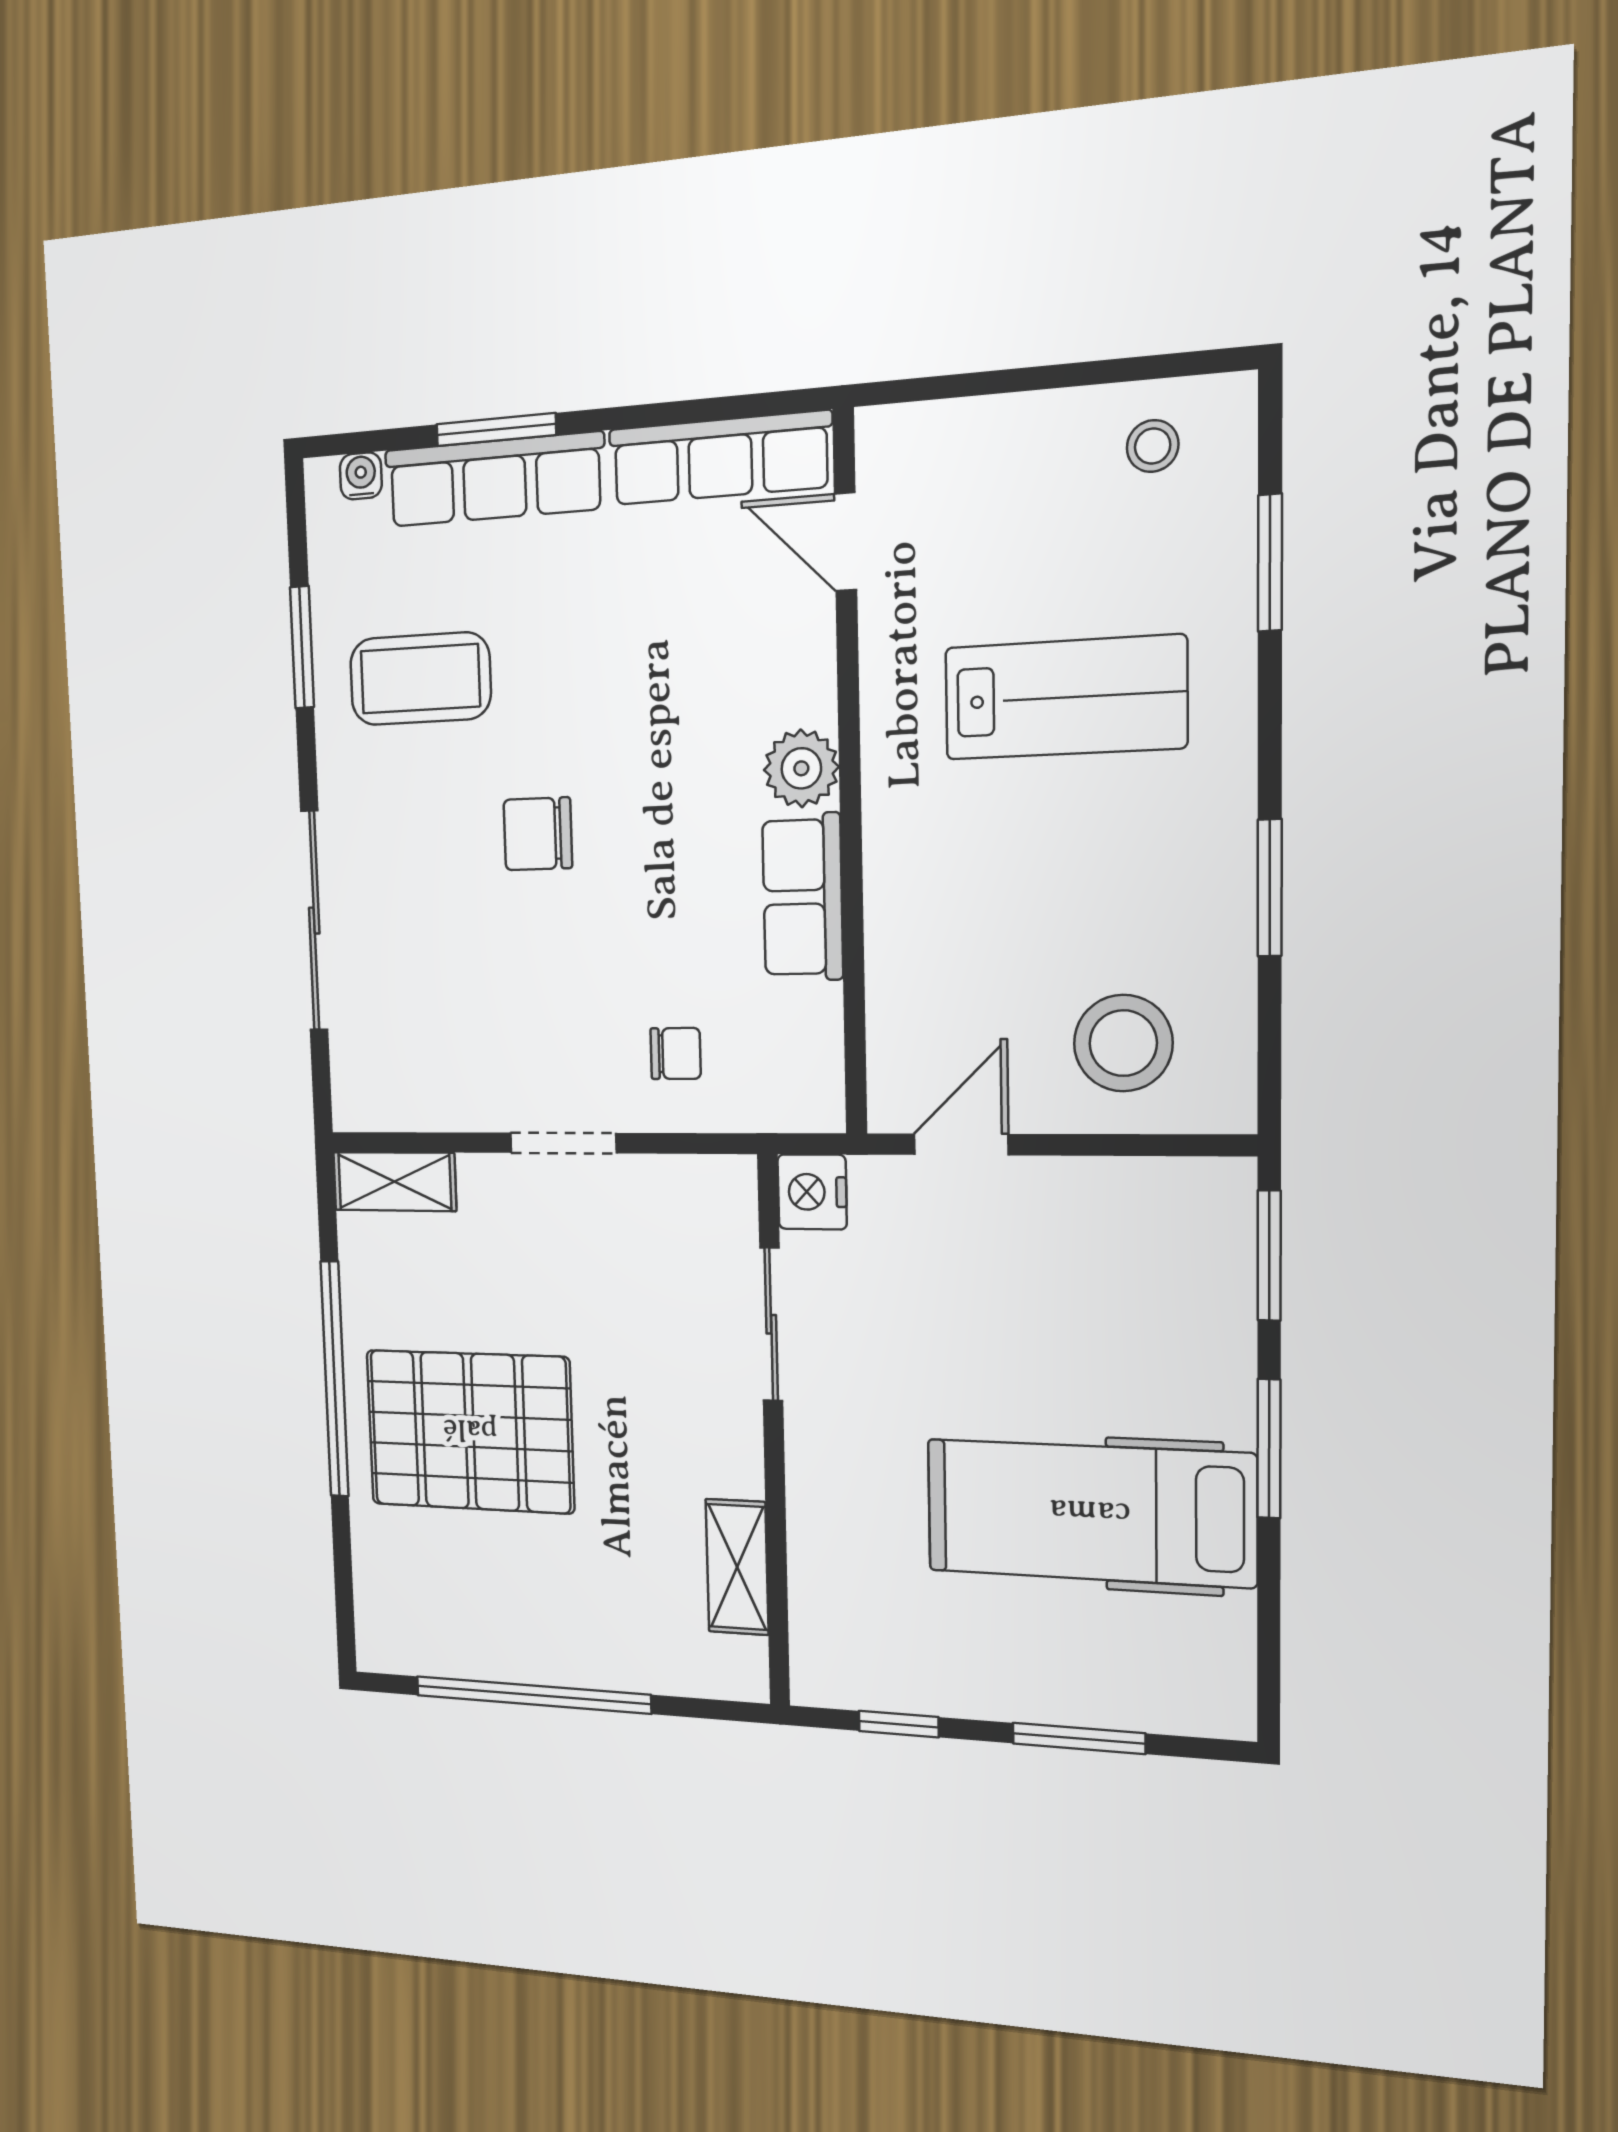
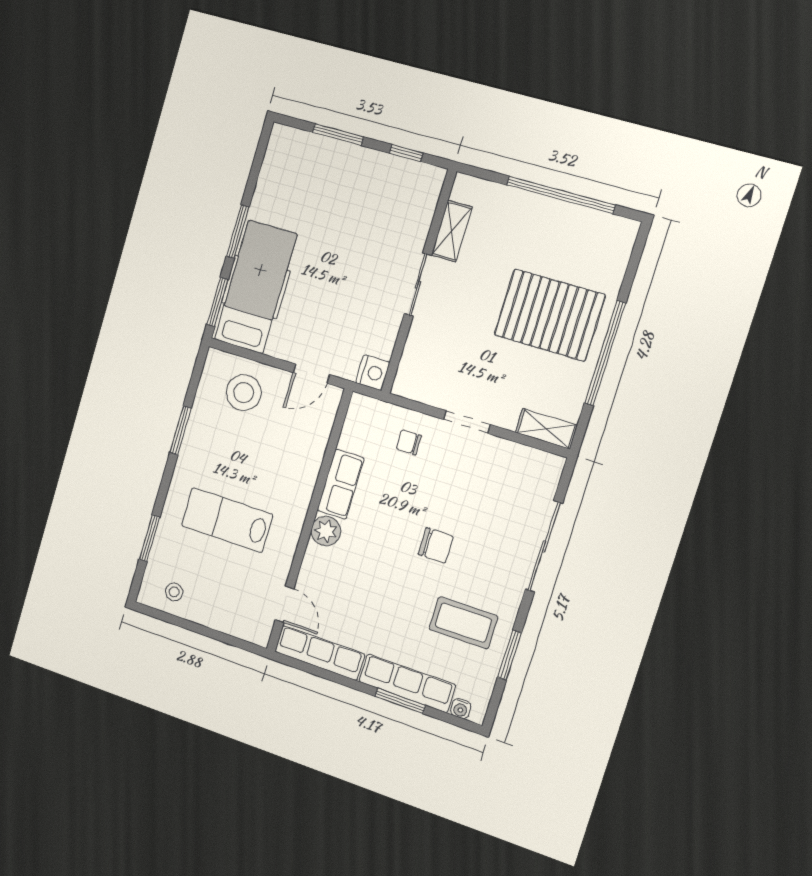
sliding door: (771, 1324) -> (418, 285), moved
hospital bed: (1090, 1513) -> (256, 287), moved, turned -90

